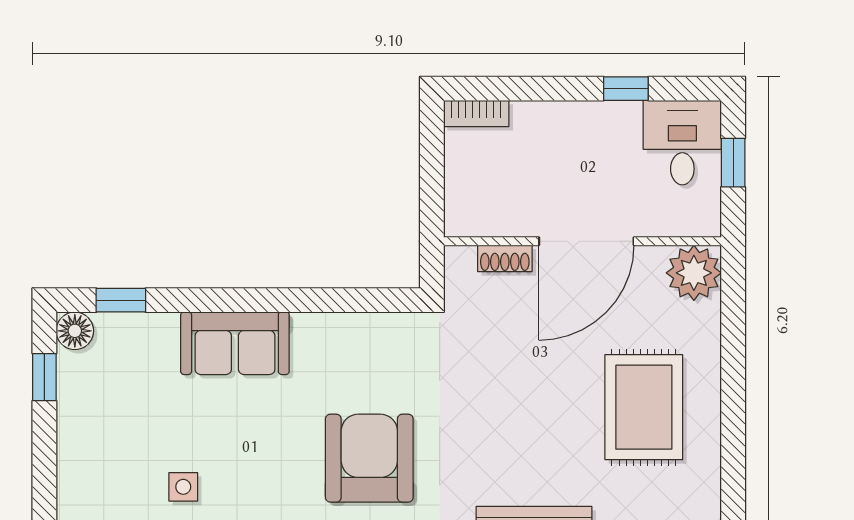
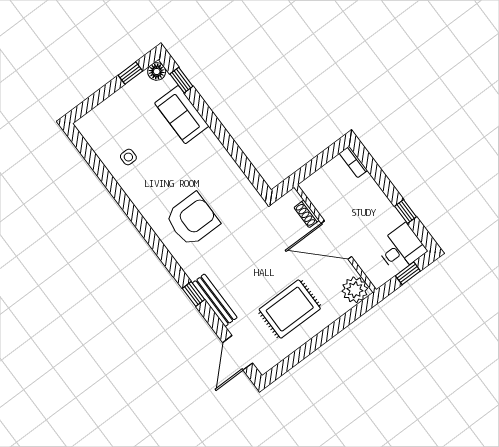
sofa: (235, 343) -> (182, 115), moved

